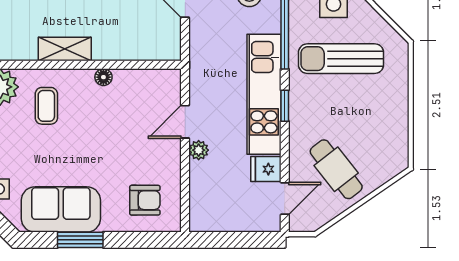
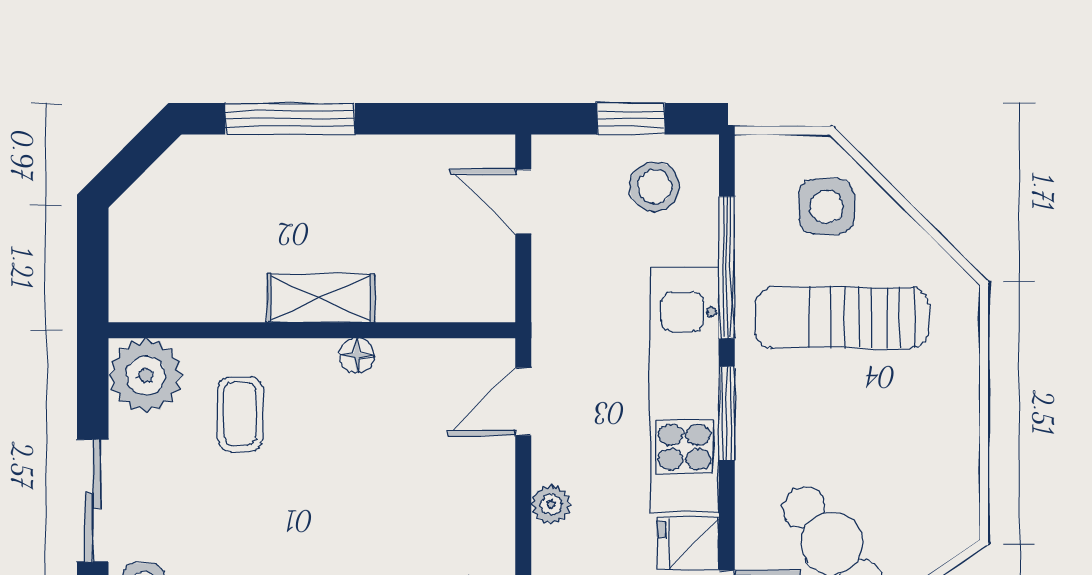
shelving: (65, 49) -> (321, 298), moved
window: (285, 106) -> (727, 414), width x1.50
door: (185, 122) -> (523, 401), moved

